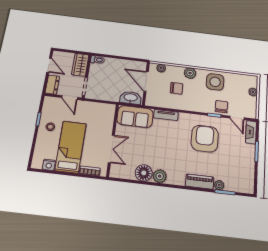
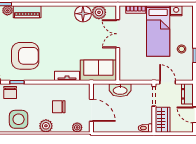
washbasin: (131, 98) -> (120, 90), moved
armchair: (205, 139) -> (25, 56), turned -90
plant: (160, 176) -> (99, 12), moved

